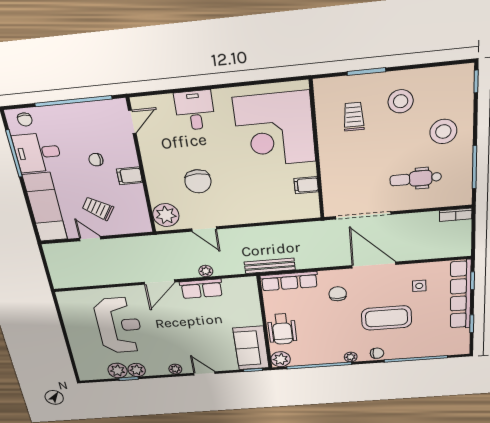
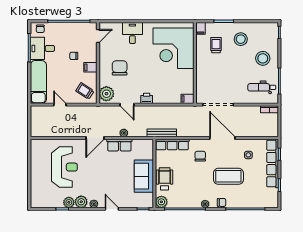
filing cabinet: (322, 89) -> (201, 28), added
dental chair: (416, 179) -> (262, 87), moved
chair: (198, 181) -> (120, 68), moved, turned 180
filing cabinet: (306, 185) -> (188, 99), moved
trolley: (98, 208) -> (85, 91), moved
printer: (237, 216) -> (147, 98), added
wheelchair: (282, 329) -> (165, 179), turned 180
sofa: (251, 348) -> (144, 176), moved
plant: (118, 371) -> (81, 202), moved

